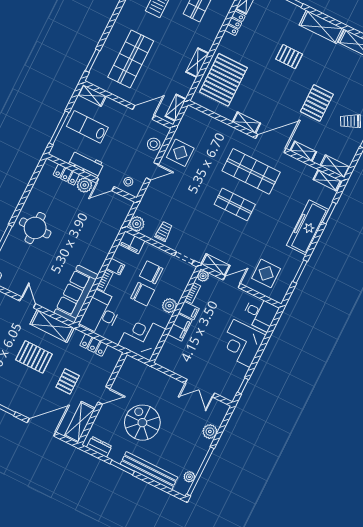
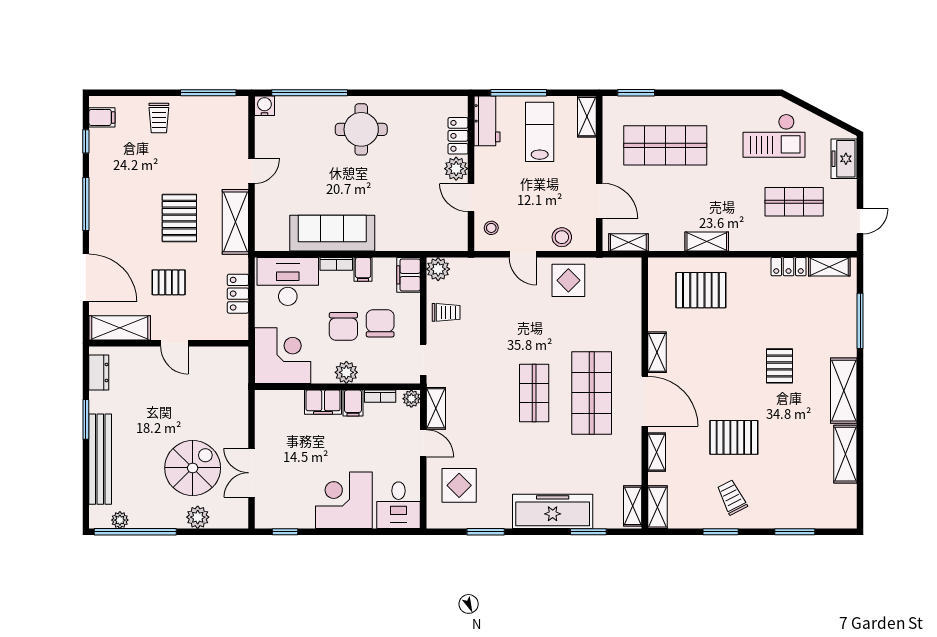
pallet: (223, 80) -> (701, 290), width x0.73, depth x0.71
workbench: (86, 164) -> (487, 121), moved
sofa: (76, 294) -> (332, 233), moved
spiral stairs: (142, 423) -> (193, 468), moved

